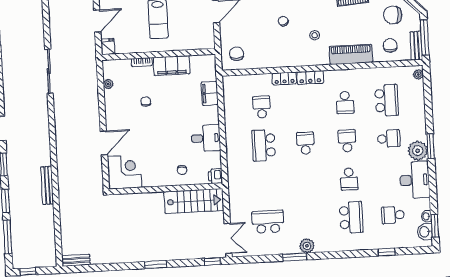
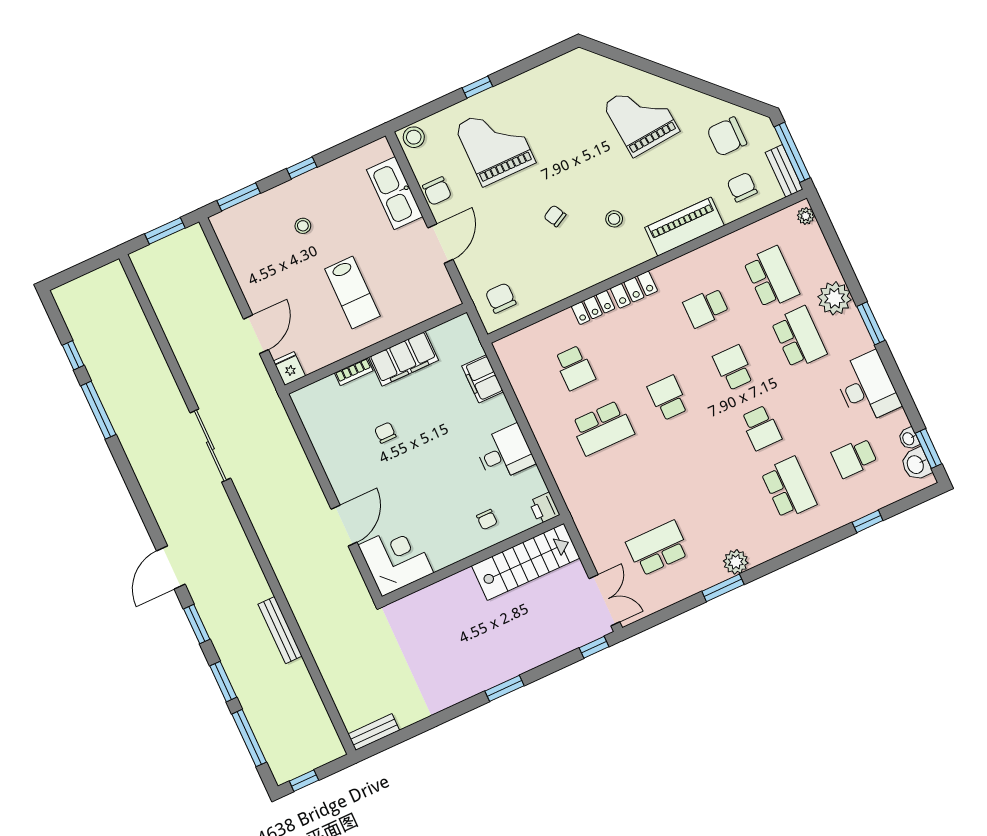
plant: (108, 84) -> (314, 429), removed
school desk: (345, 103) -> (706, 308), turned 90
school desk: (262, 107) -> (575, 368), turned 180
school desk: (389, 139) -> (799, 338), width x1.85
school desk: (264, 145) -> (602, 428), turned -90
plant: (418, 151) -> (835, 298), moved

